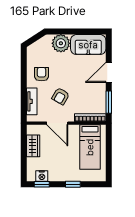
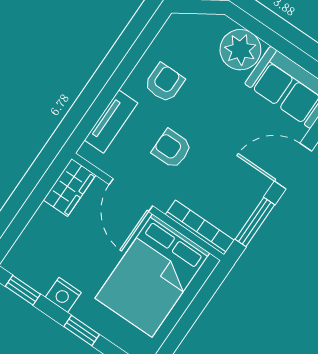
armchair: (61, 96) -> (172, 149), turned 60
wardrobe: (33, 146) -> (69, 188), moved
bed: (90, 147) -> (152, 276), width x1.50
nightstand: (42, 176) -> (63, 295), moved

